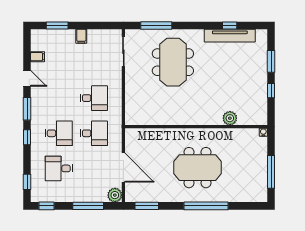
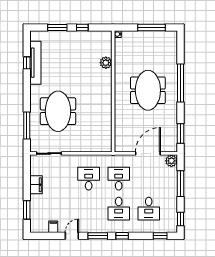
filing cabinet: (81, 36) -> (36, 185), width x2.00
meeting table: (173, 62) -> (58, 111), turned 90
desk: (59, 133) -> (119, 209), turned 180

